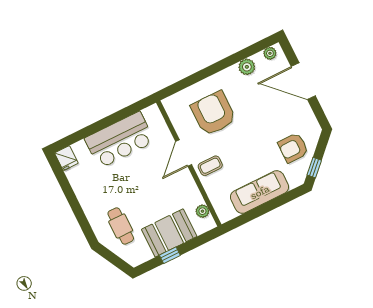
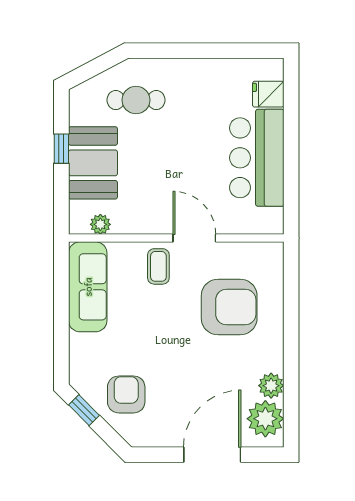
plant: (270, 53) -> (265, 419), width x1.88, depth x1.88
fridge: (66, 158) -> (268, 94), moved
sofa: (260, 192) -> (88, 287), moved

